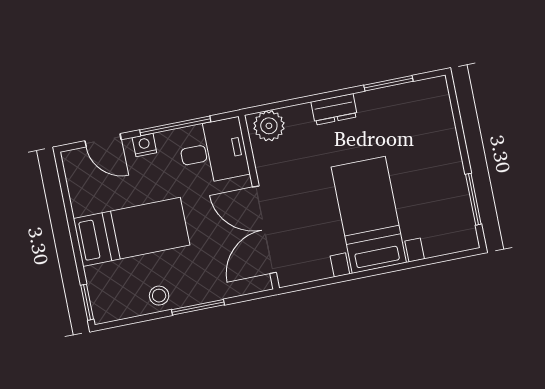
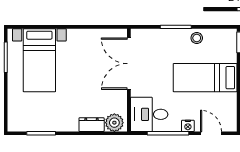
dresser: (334, 109) -> (92, 125), moved
bed with nightstands: (369, 215) -> (39, 60), moved
double door: (264, 230) -> (129, 64), swing flipped

